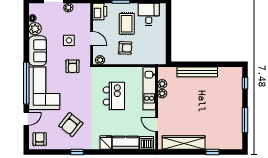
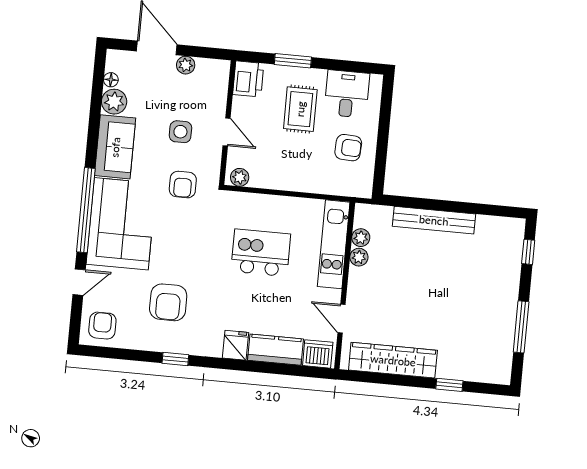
armchair: (125, 48) -> (348, 148), moved
kitchen island: (114, 96) -> (261, 253), turned -90
armchair: (71, 125) -> (168, 302), turned -39

